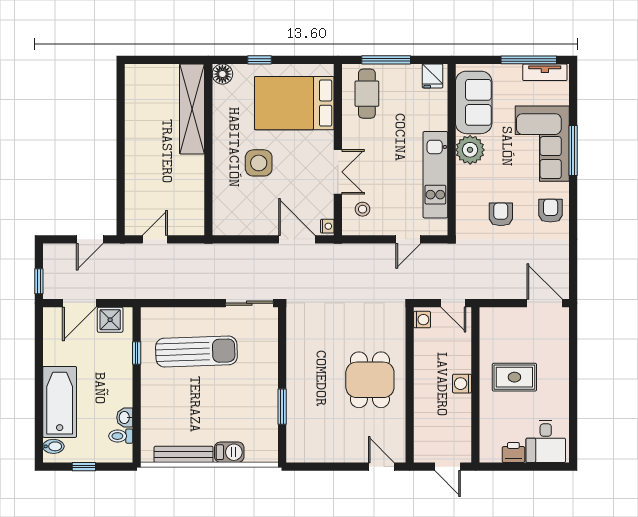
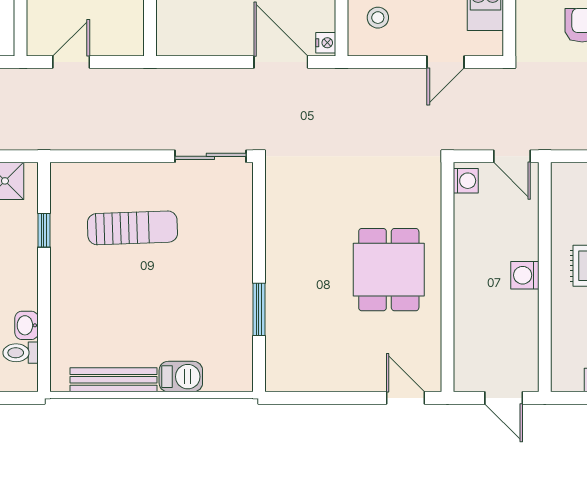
sun lounger: (196, 352) -> (132, 228), width x0.73, depth x0.75

